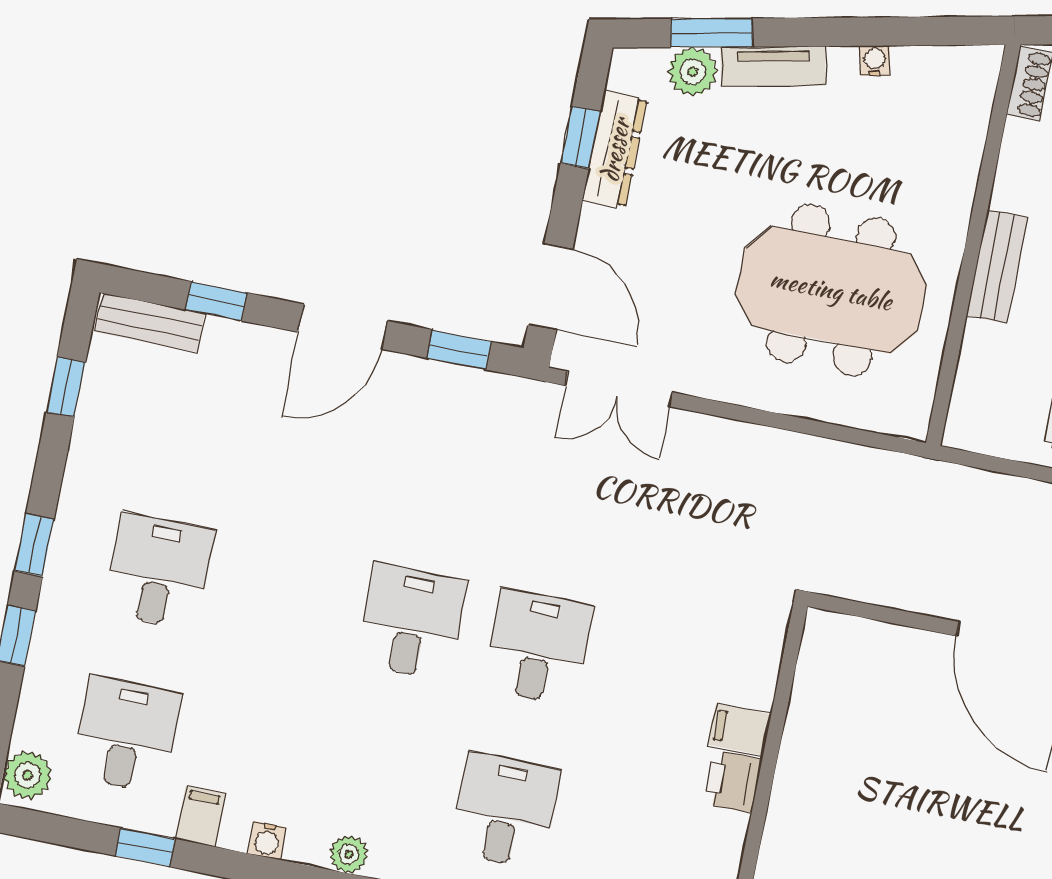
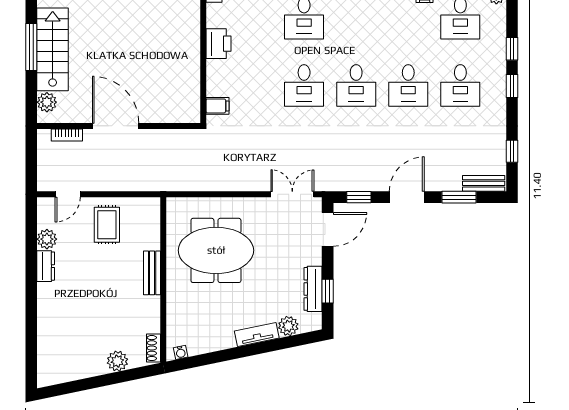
window: (711, 33) -> (284, 343), removed
water cooler: (875, 61) -> (181, 352), moved
door: (550, 287) -> (328, 229), swing flipped
window: (216, 301) -> (459, 197), width x1.50
desk: (285, 596) -> (408, 86), added
filing cabinet: (740, 729) -> (217, 106), moved
printer: (733, 781) -> (219, 44), width x1.36, depth x1.24

